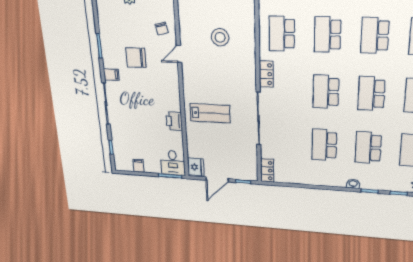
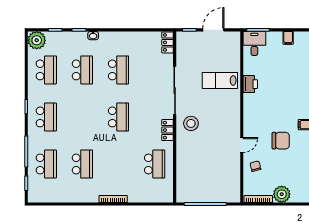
school desk: (328, 35) -> (118, 164), removed
stool: (220, 37) -> (191, 123), moved
school desk: (371, 94) -> (82, 117), removed
lab bench: (210, 113) -> (220, 80), moved
fridge: (196, 167) -> (233, 41), removed

